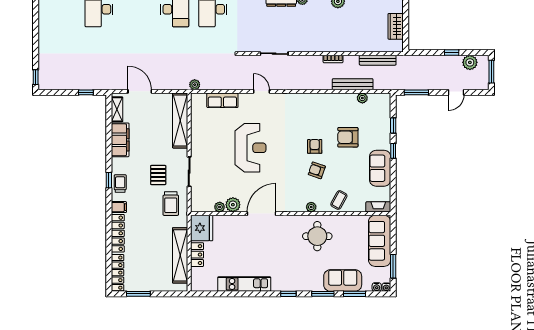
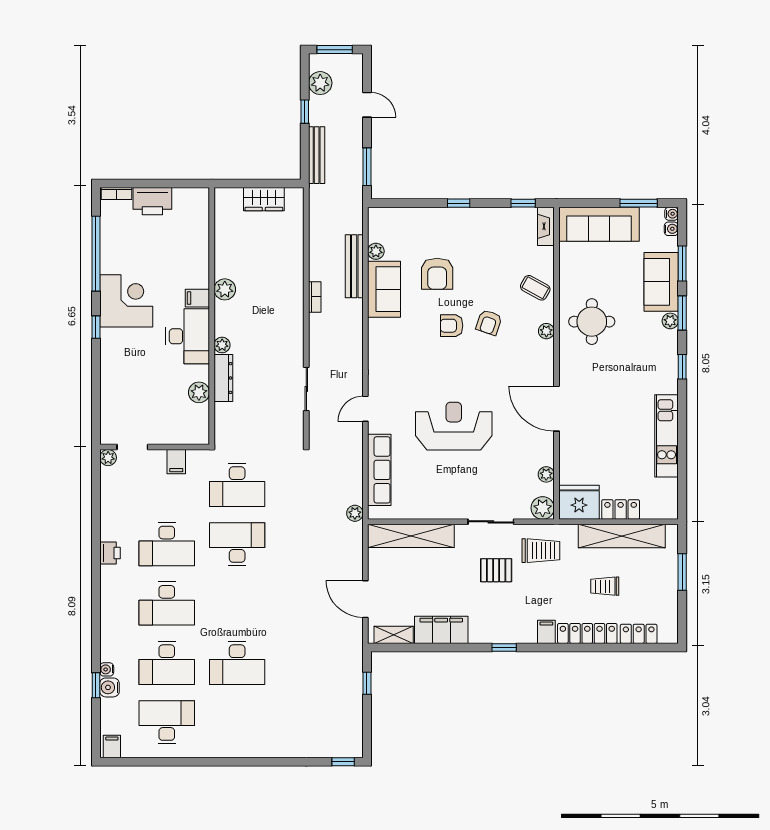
bench: (378, 60) -> (317, 155), moved
door: (140, 91) -> (365, 599), hinge flipped
row of seats: (222, 100) -> (379, 470), width x1.48
window: (393, 126) -> (523, 203), moved
sofa: (380, 168) -> (384, 289), moved, turned -90
trolley: (120, 184) -> (605, 586), moved
plant: (233, 205) -> (543, 508), moved
locker: (118, 273) -> (639, 634), width x0.66
plant: (318, 286) -> (670, 321), added
window: (138, 294) -> (682, 572), moved

